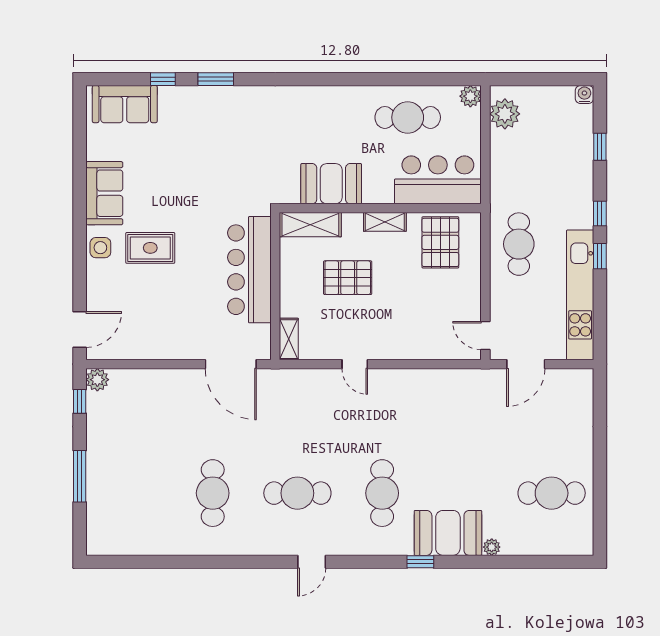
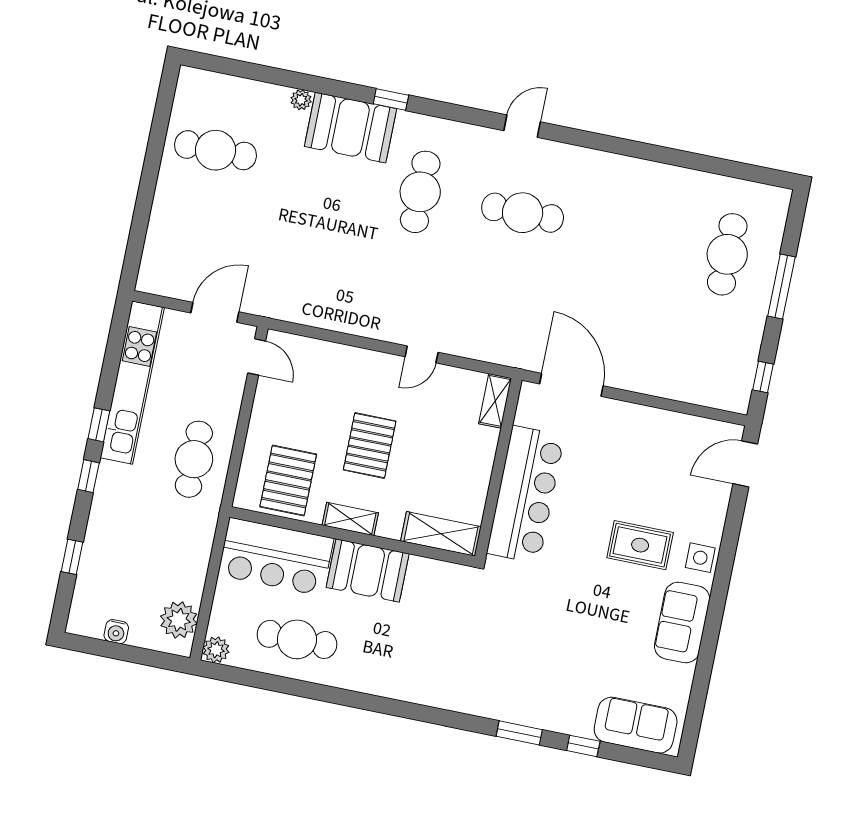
water cooler: (584, 95) -> (116, 632), moved
booth: (331, 184) -> (368, 570), moved
pallet: (348, 278) -> (370, 446), moved, turned 90
door: (355, 364) -> (422, 354), swing flipped
plant: (97, 380) -> (736, 399), removed
cafe table: (213, 493) -> (727, 254), moved

